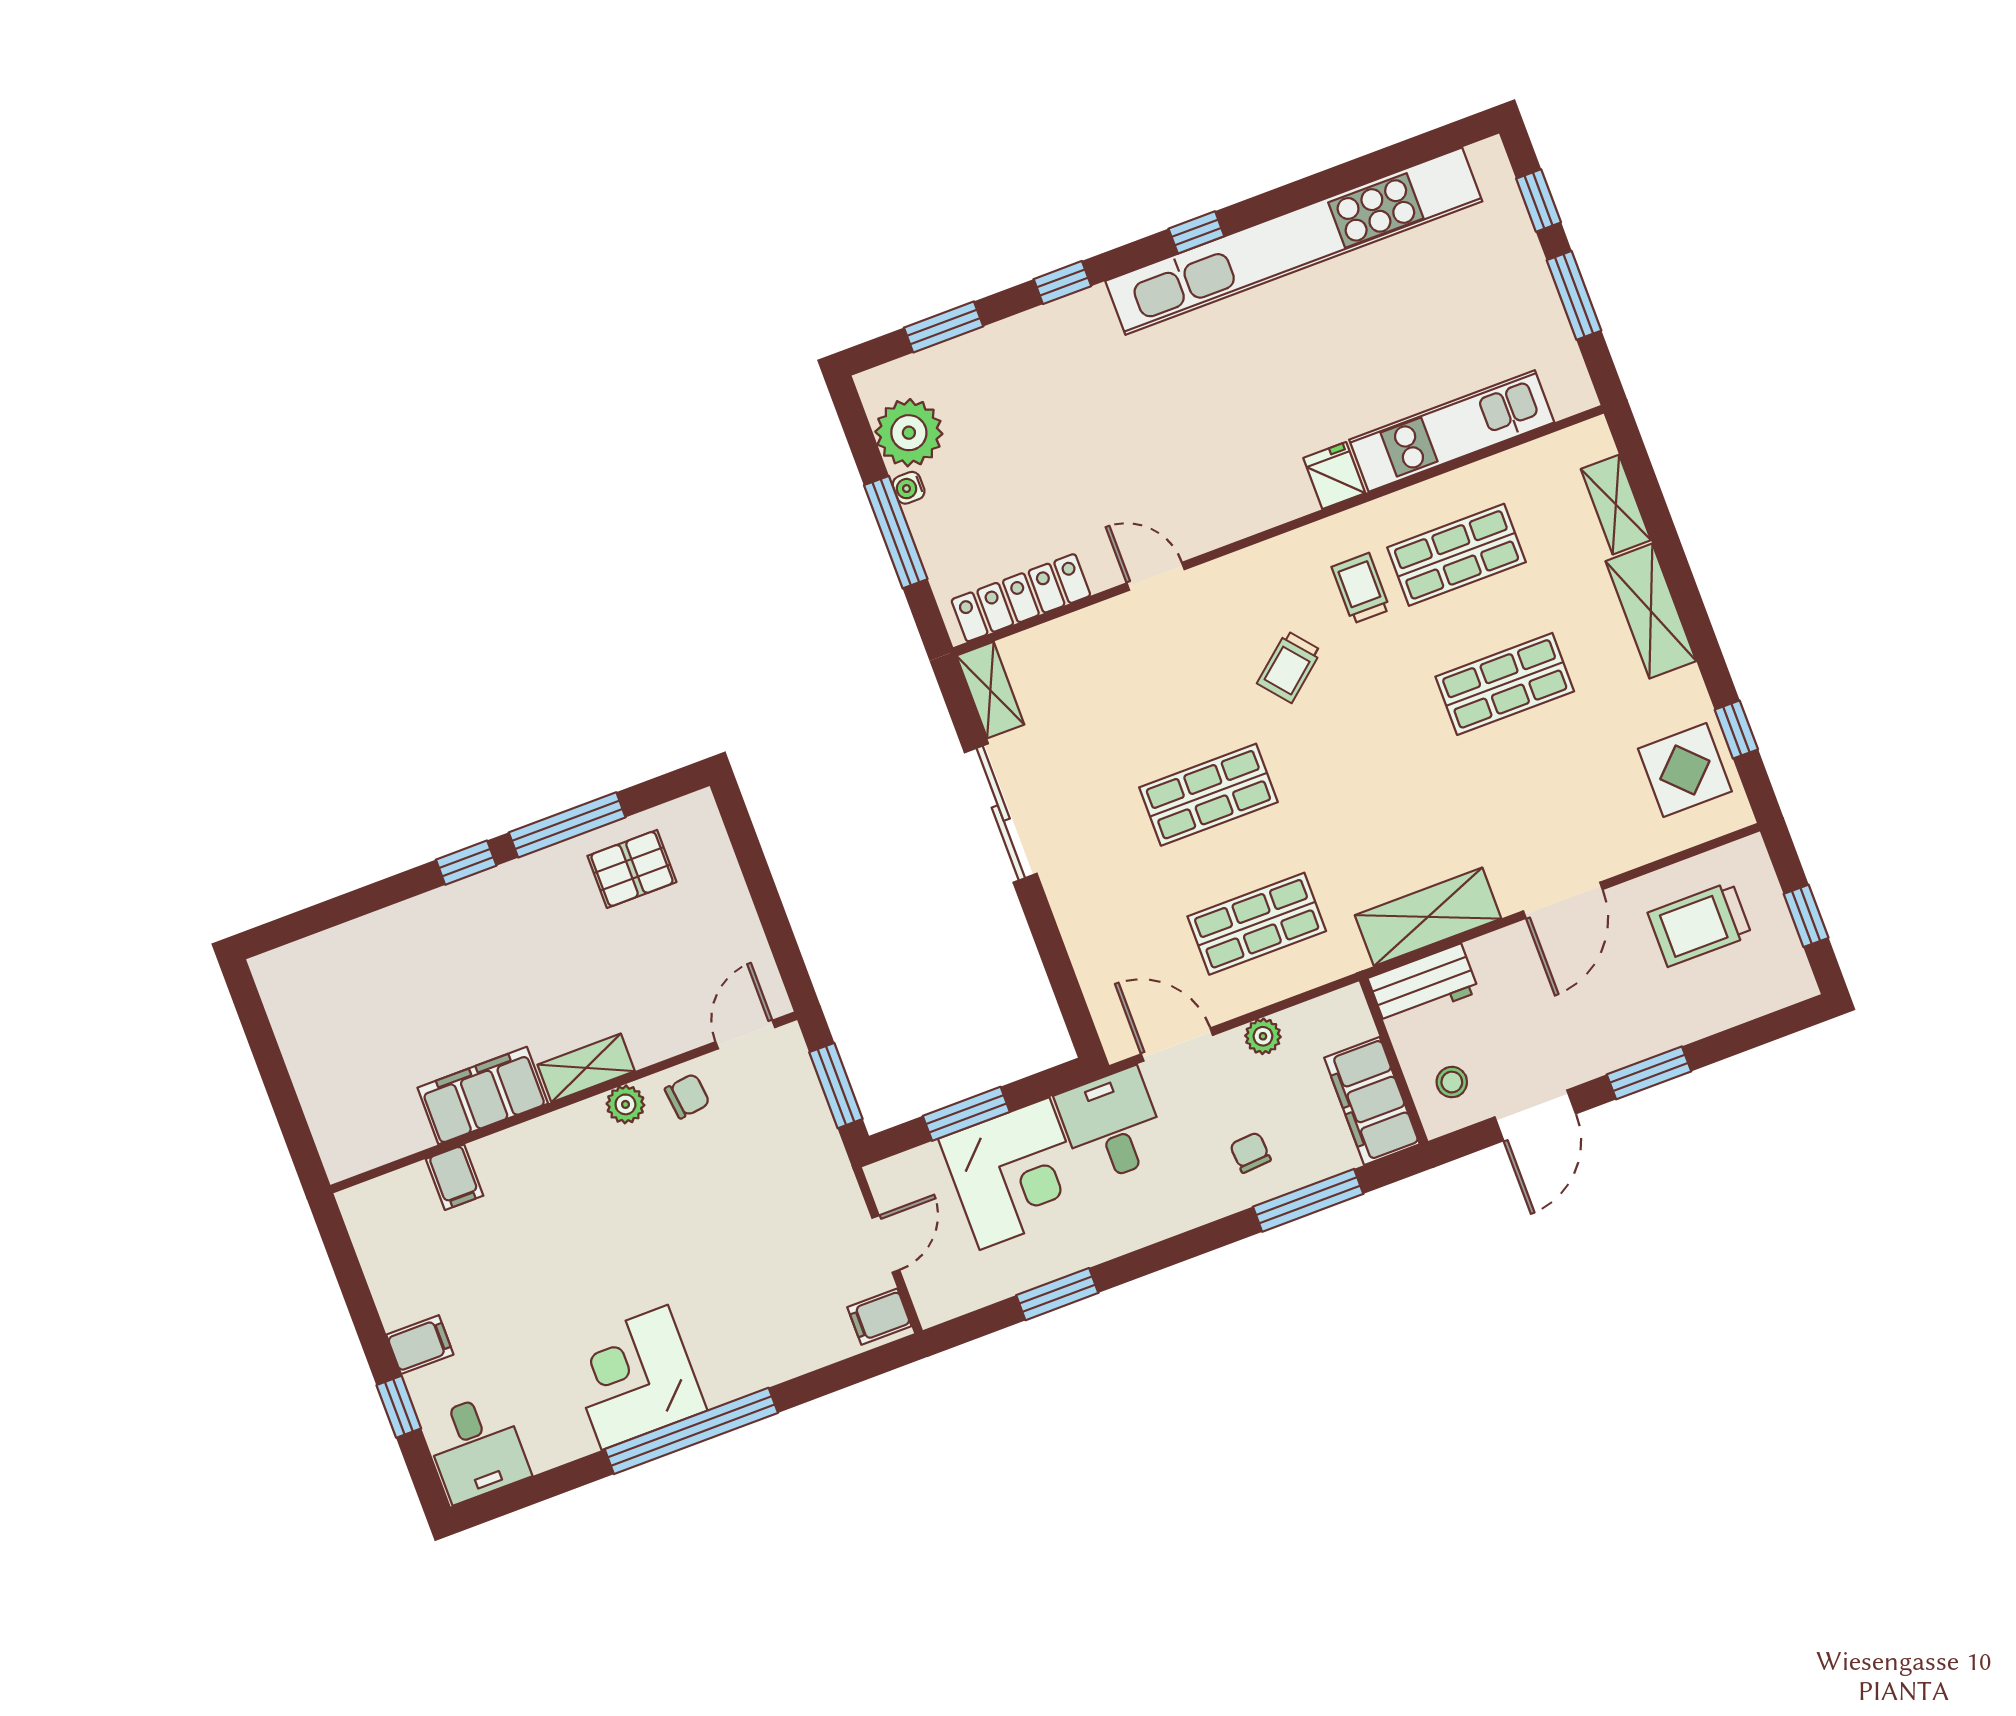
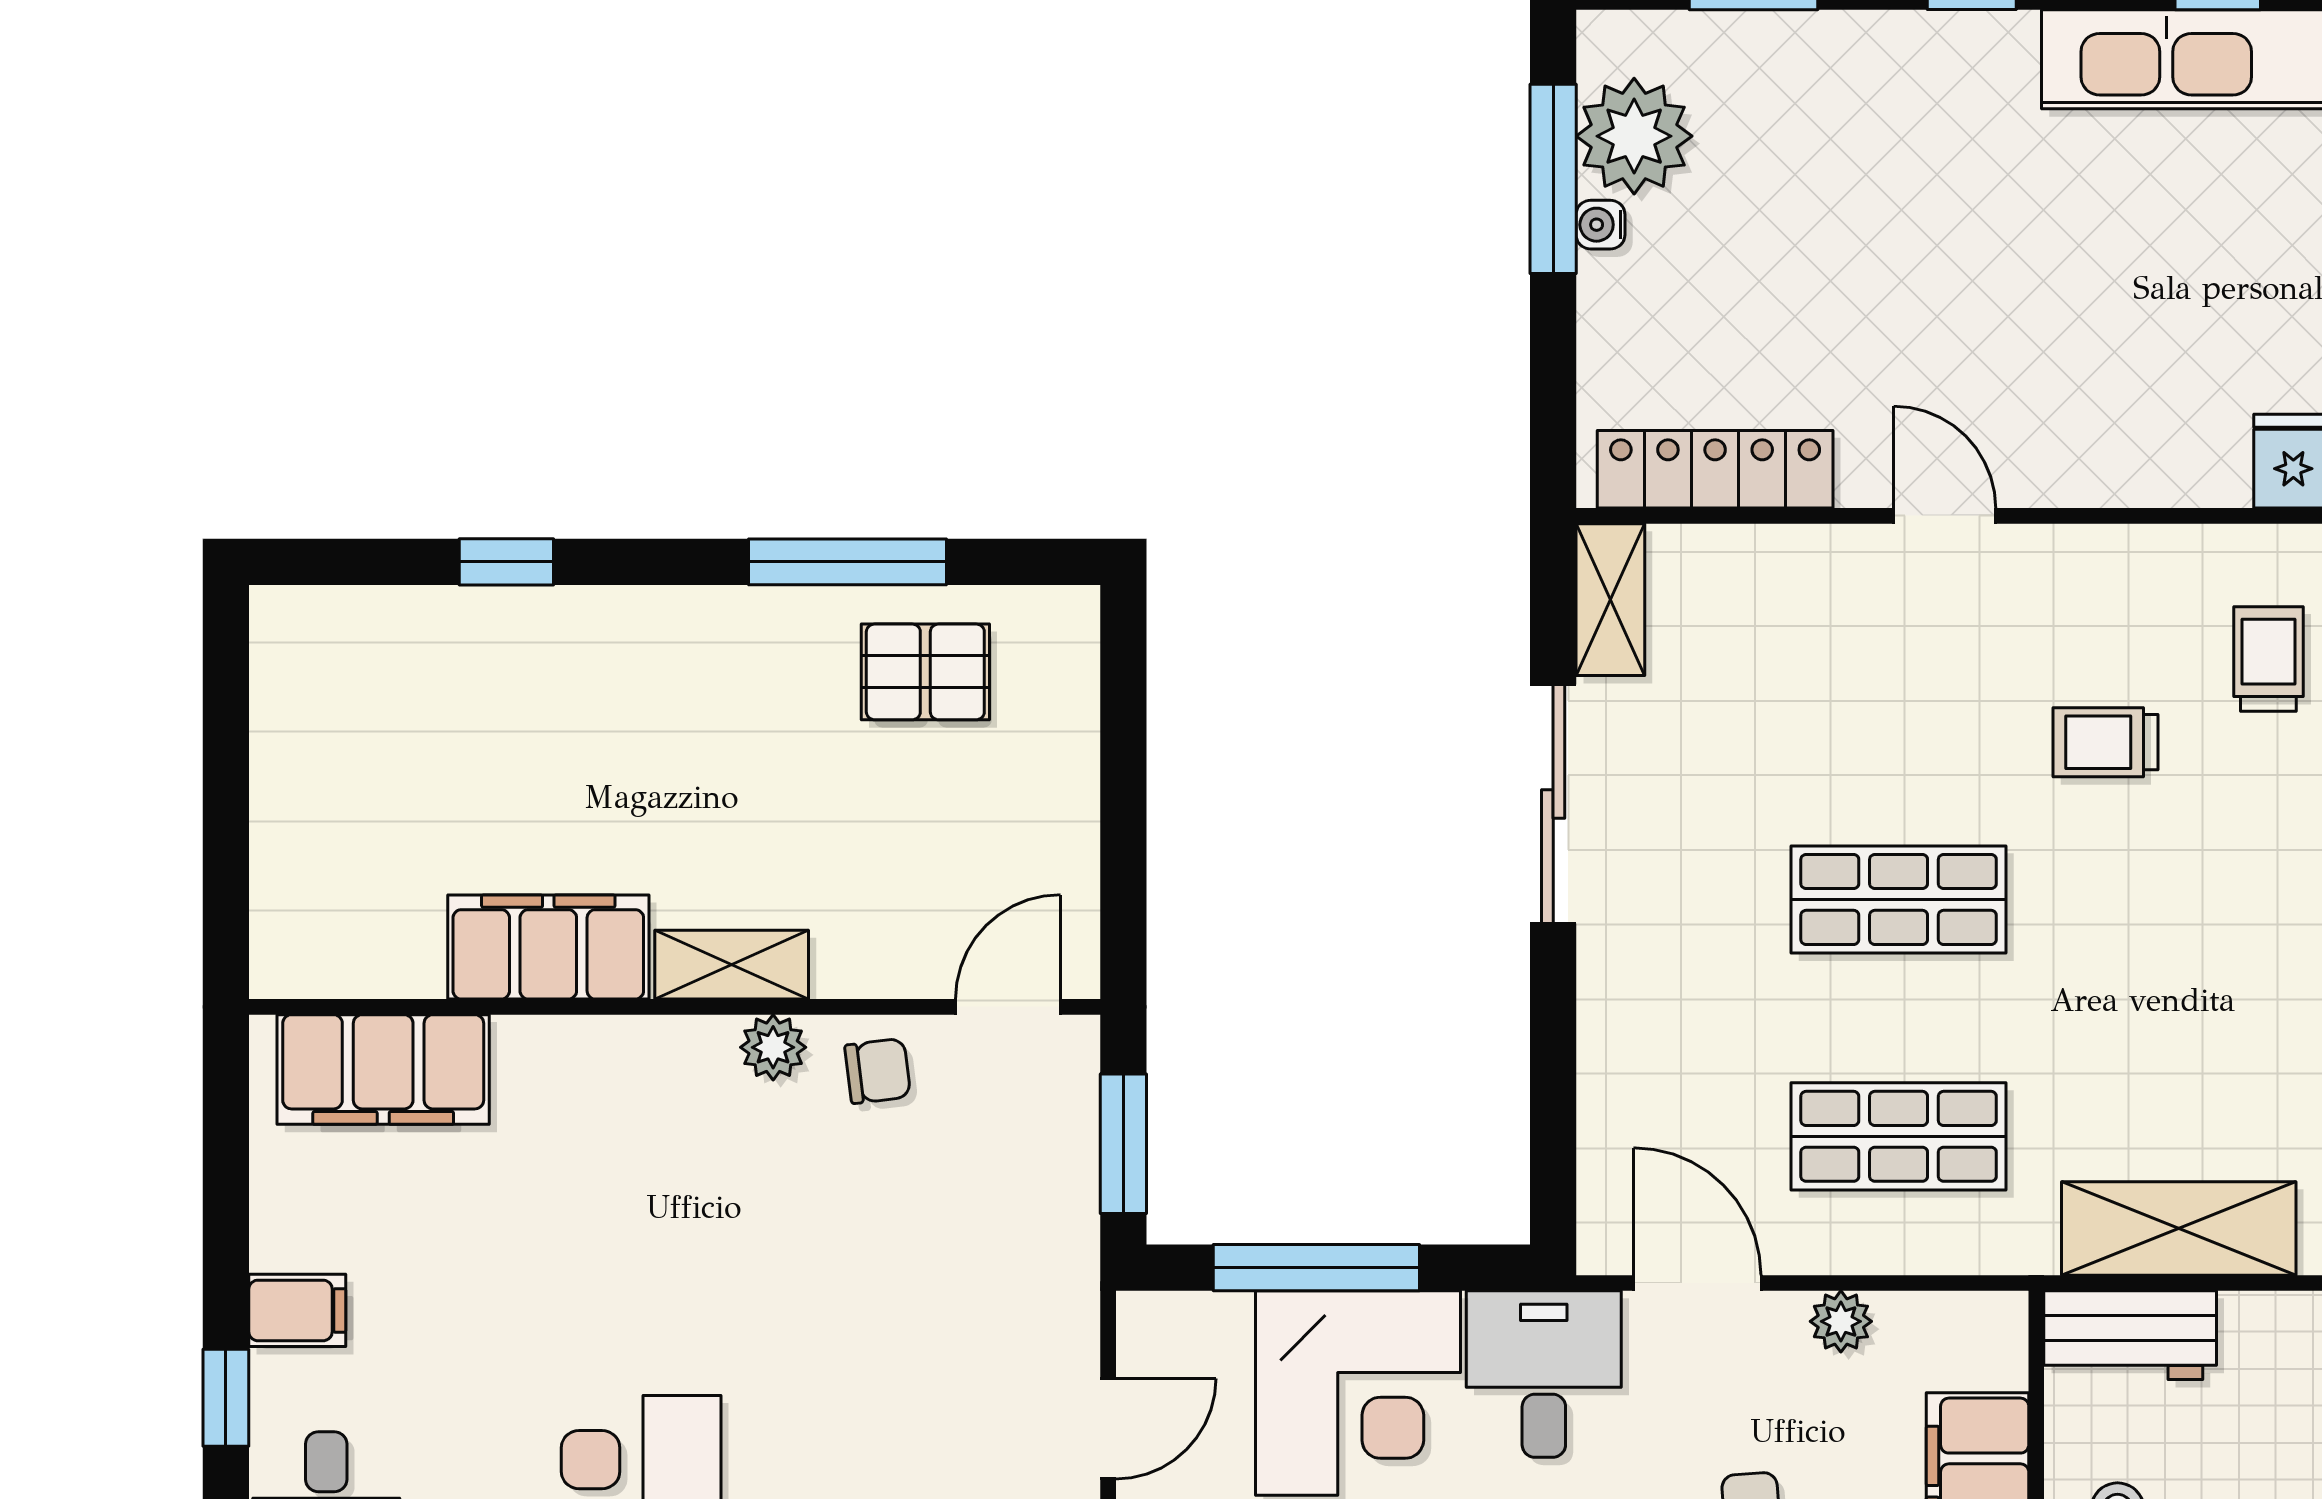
window: (896, 532) -> (1553, 179), moved
trolley: (1289, 667) -> (2106, 742), turned 40
window: (466, 863) -> (506, 562), moved
window: (966, 1114) -> (1316, 1268), width x1.44
filing cabinet: (455, 1177) -> (383, 1070), width x3.00, depth x1.17

